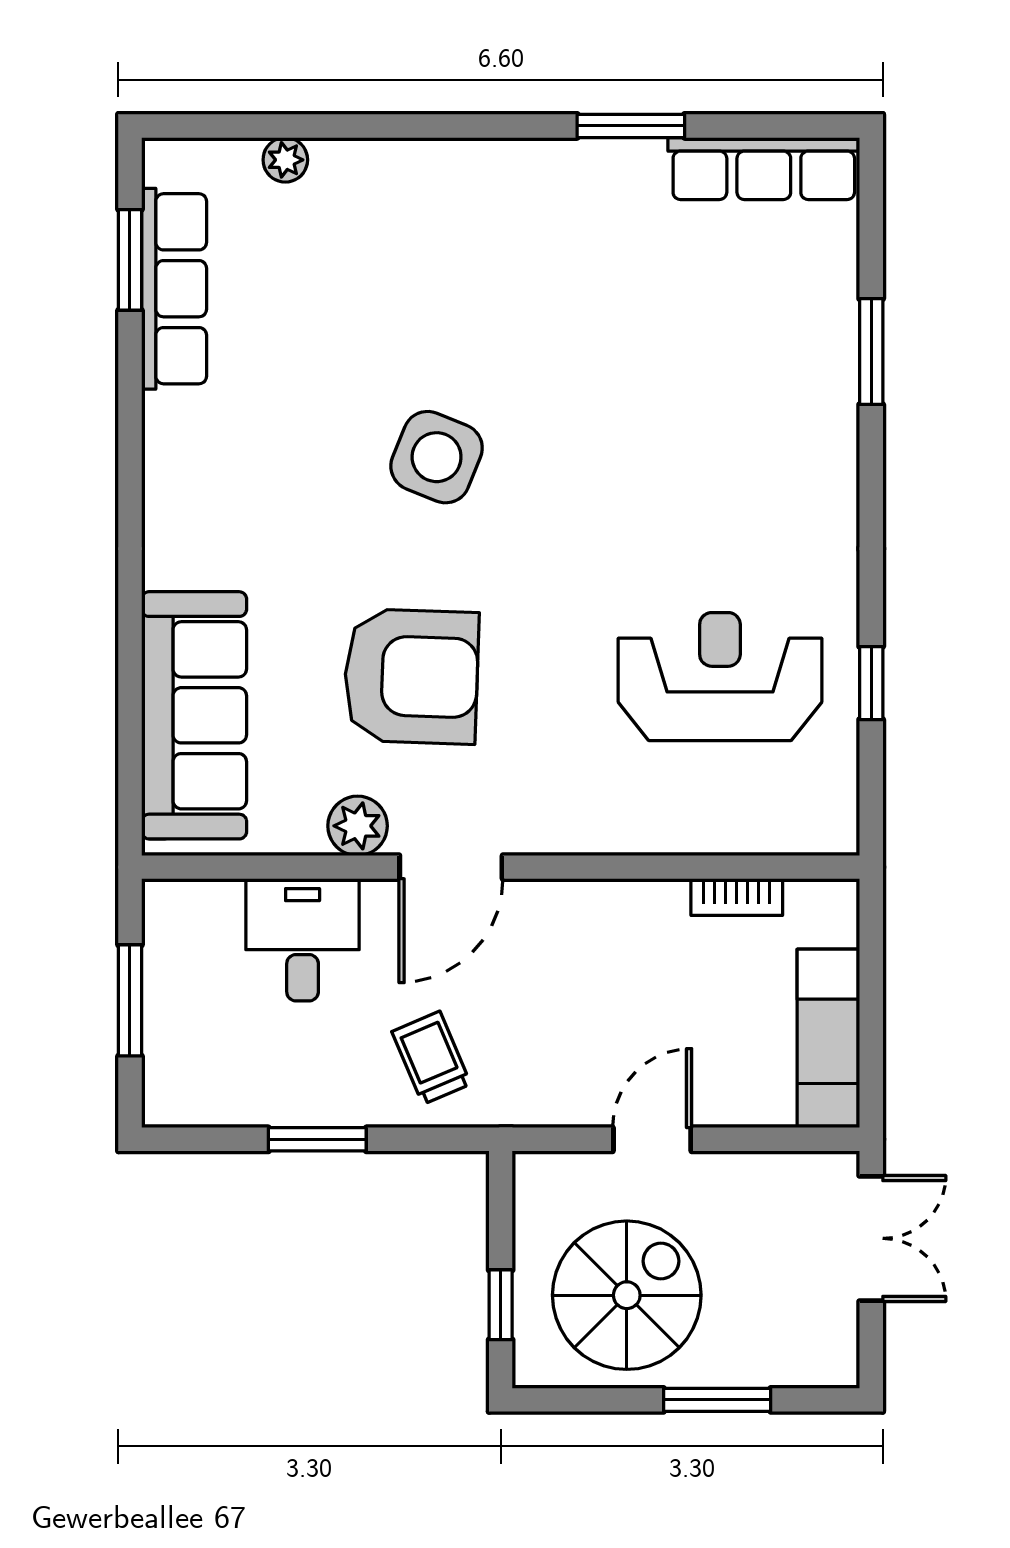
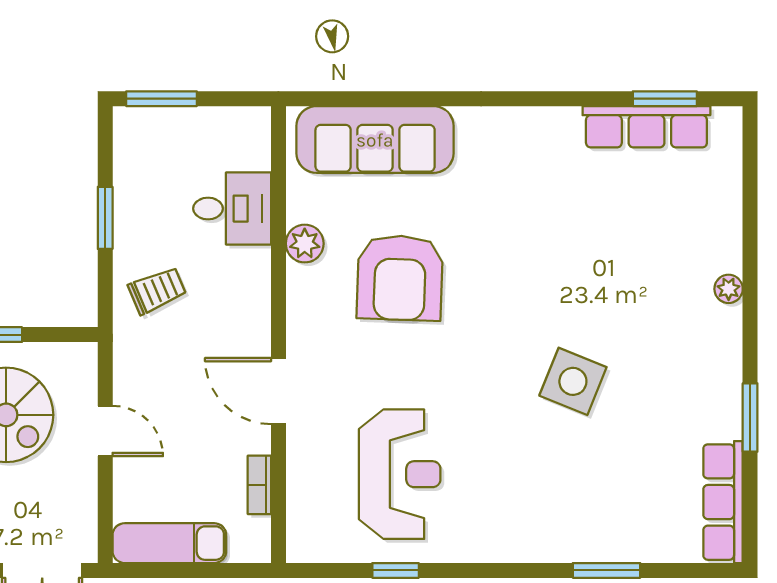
plant: (285, 160) -> (729, 289), moved
side table: (437, 457) -> (573, 381), moved
door: (451, 867) -> (278, 391), moved
window: (130, 1000) -> (162, 99), moved

